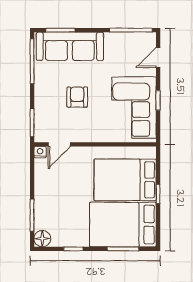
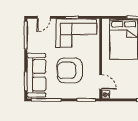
door: (158, 57) -> (44, 17), hinge flipped
armchair: (77, 97) -> (70, 70), width x1.88, depth x1.88

